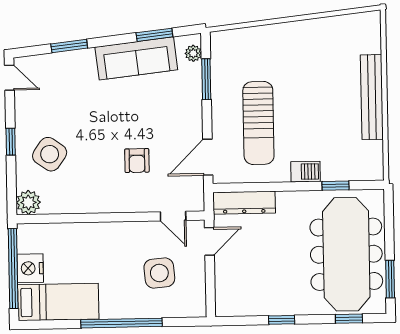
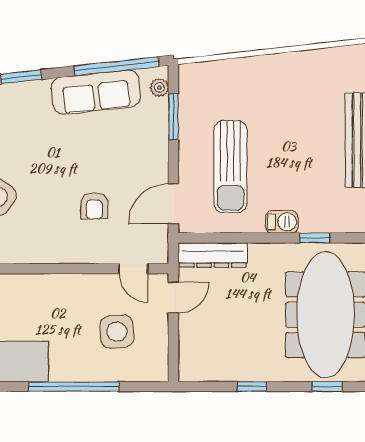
window: (154, 35) -> (117, 66), width x2.11

